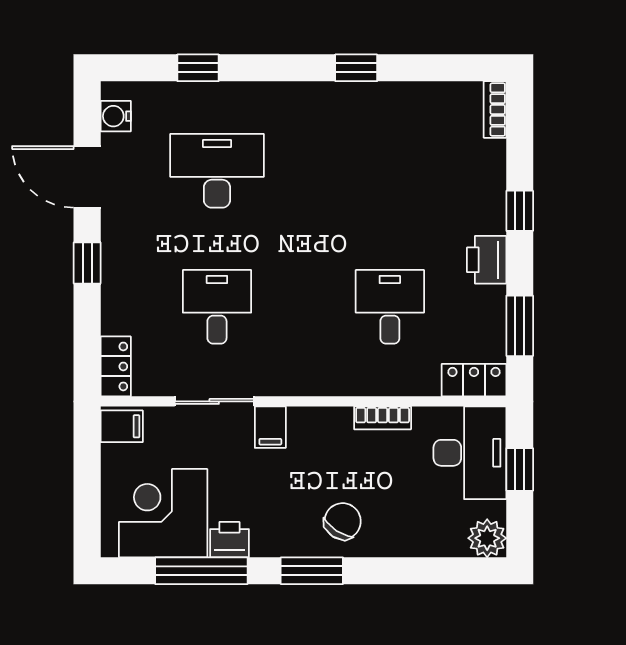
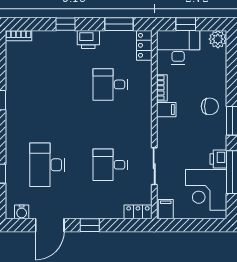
filing cabinet: (270, 427) -> (166, 110), moved
chair: (343, 521) -> (210, 106), turned 147

